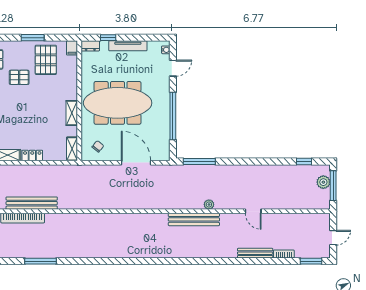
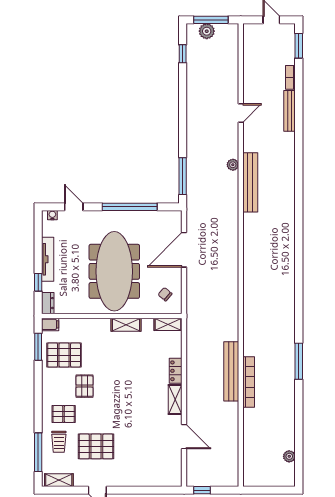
window: (33, 38) -> (38, 347), moved

